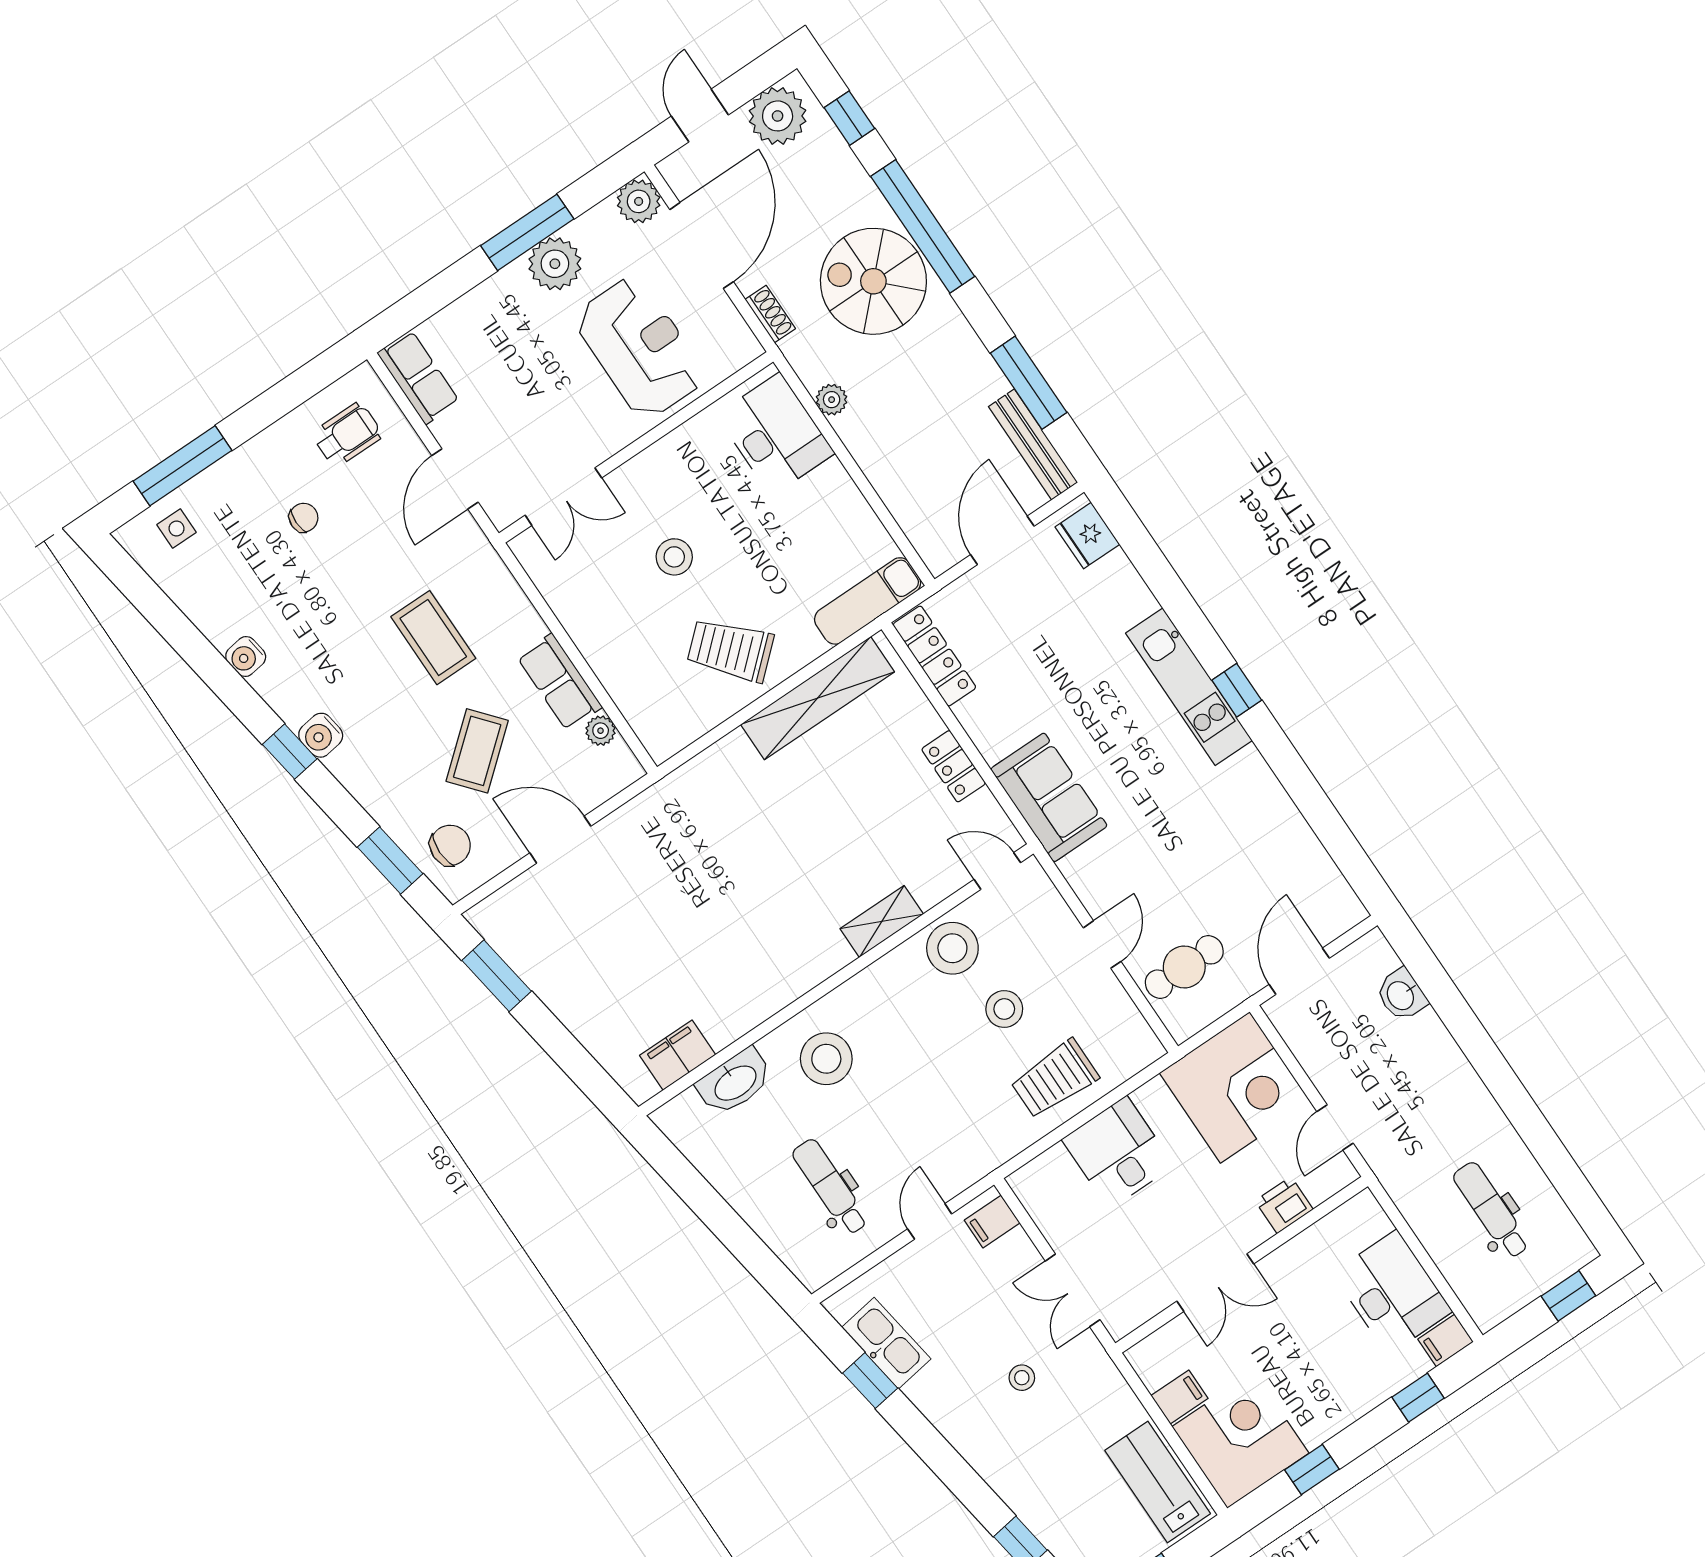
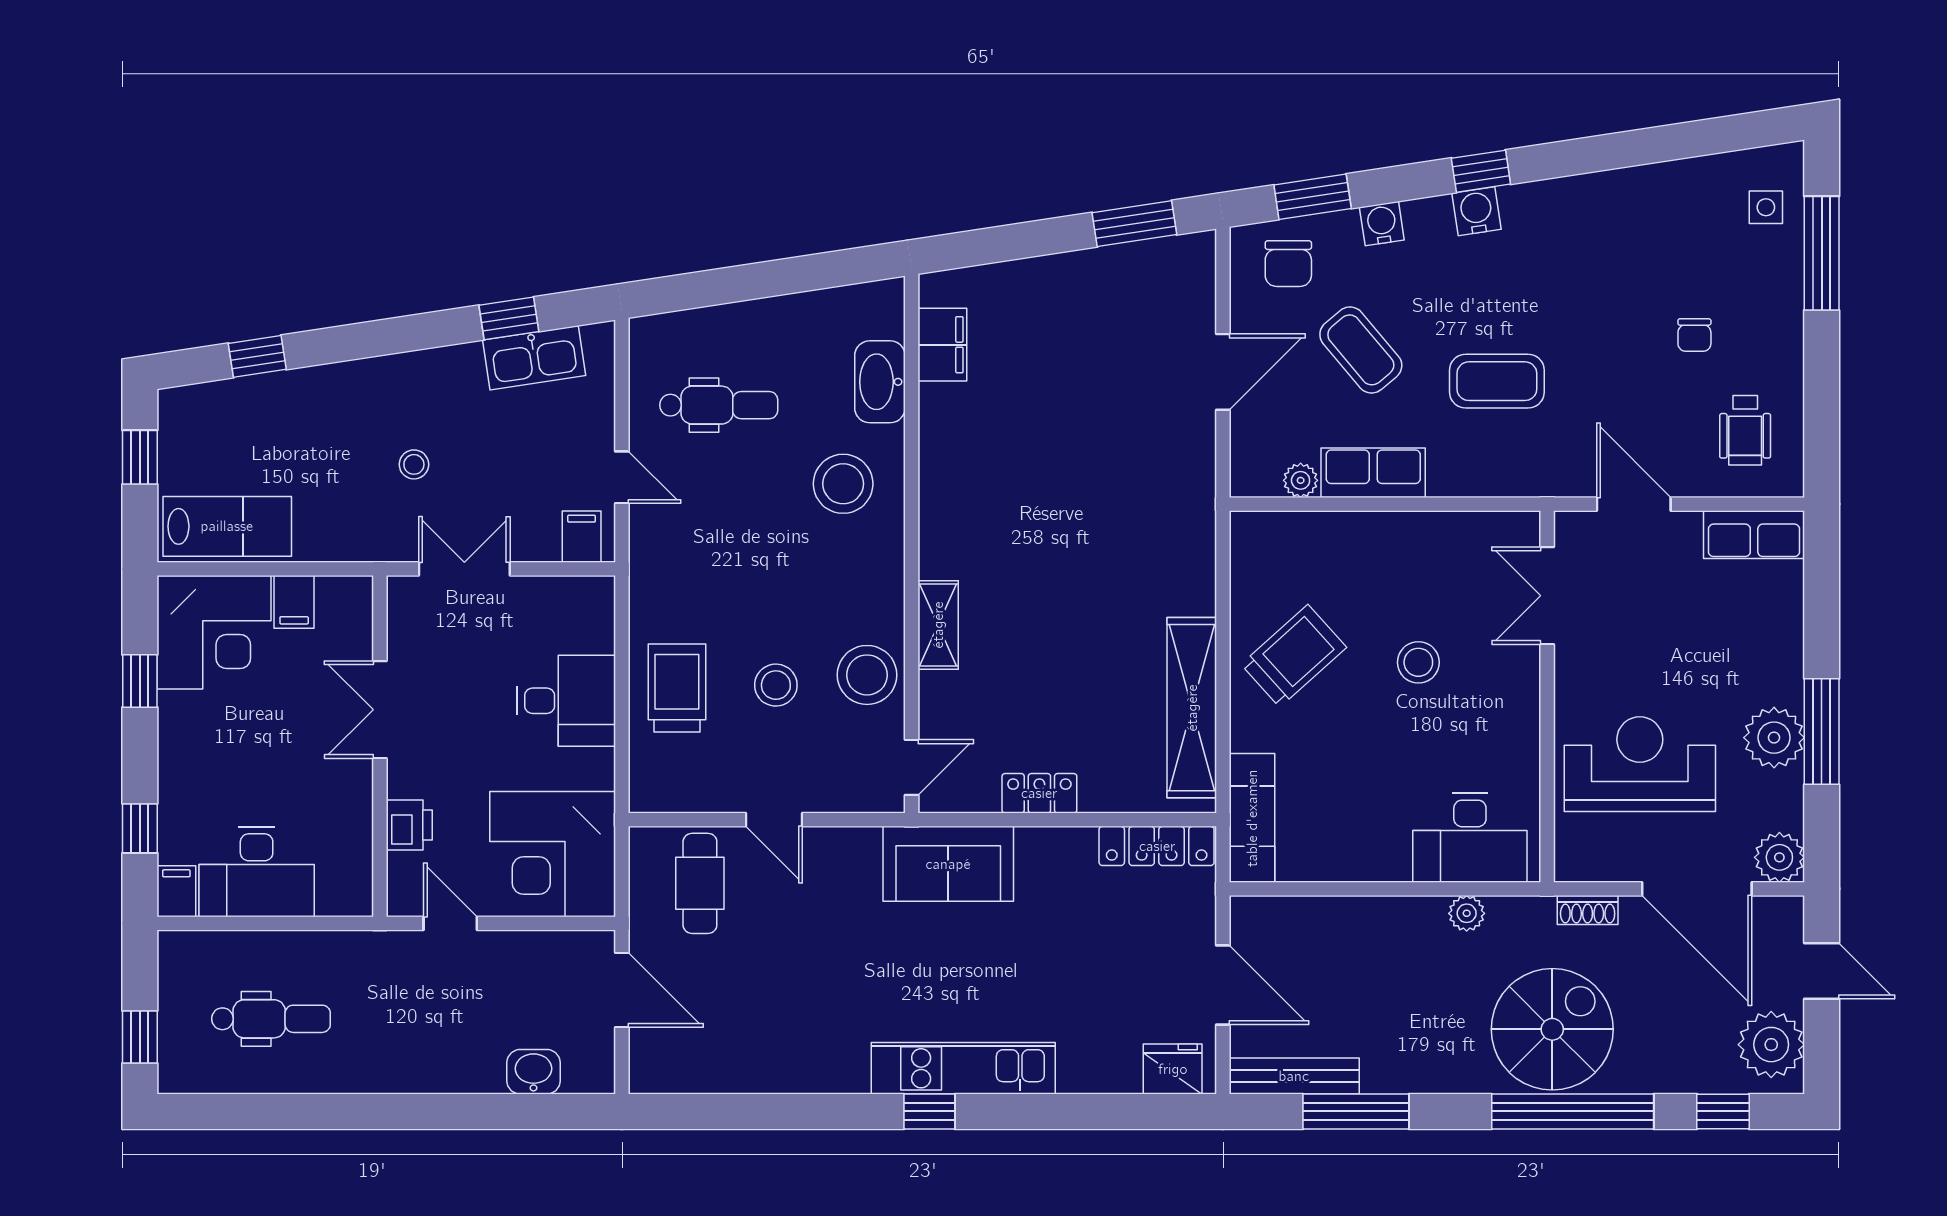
reception desk: (640, 348) -> (1640, 764), turned 180
water cooler: (246, 657) -> (1382, 224), moved

